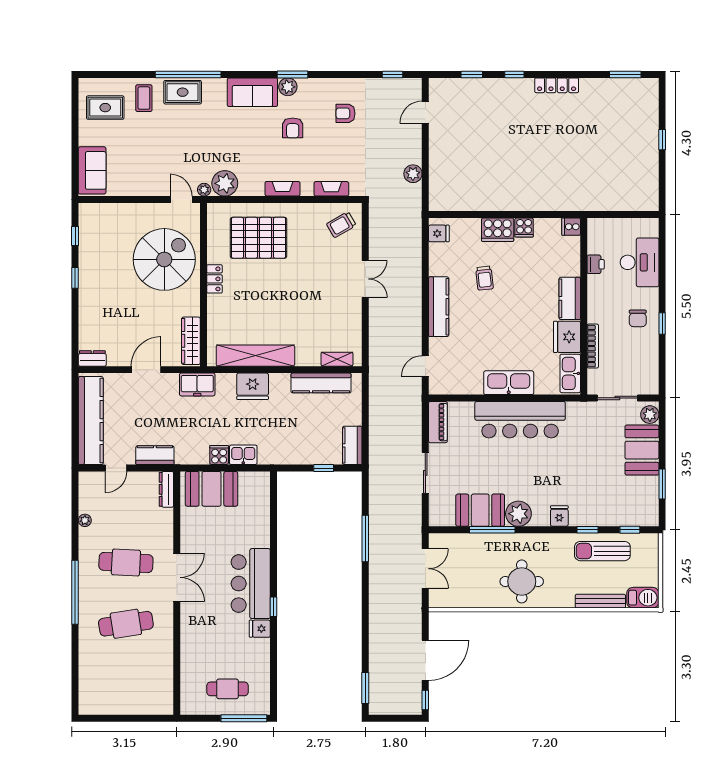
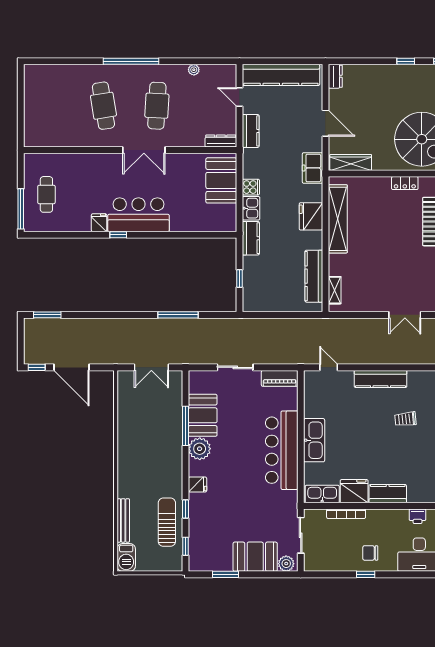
kitchen counter: (352, 445) -> (251, 238), moved, turned 90
round table: (522, 581) -> (140, 452), removed

